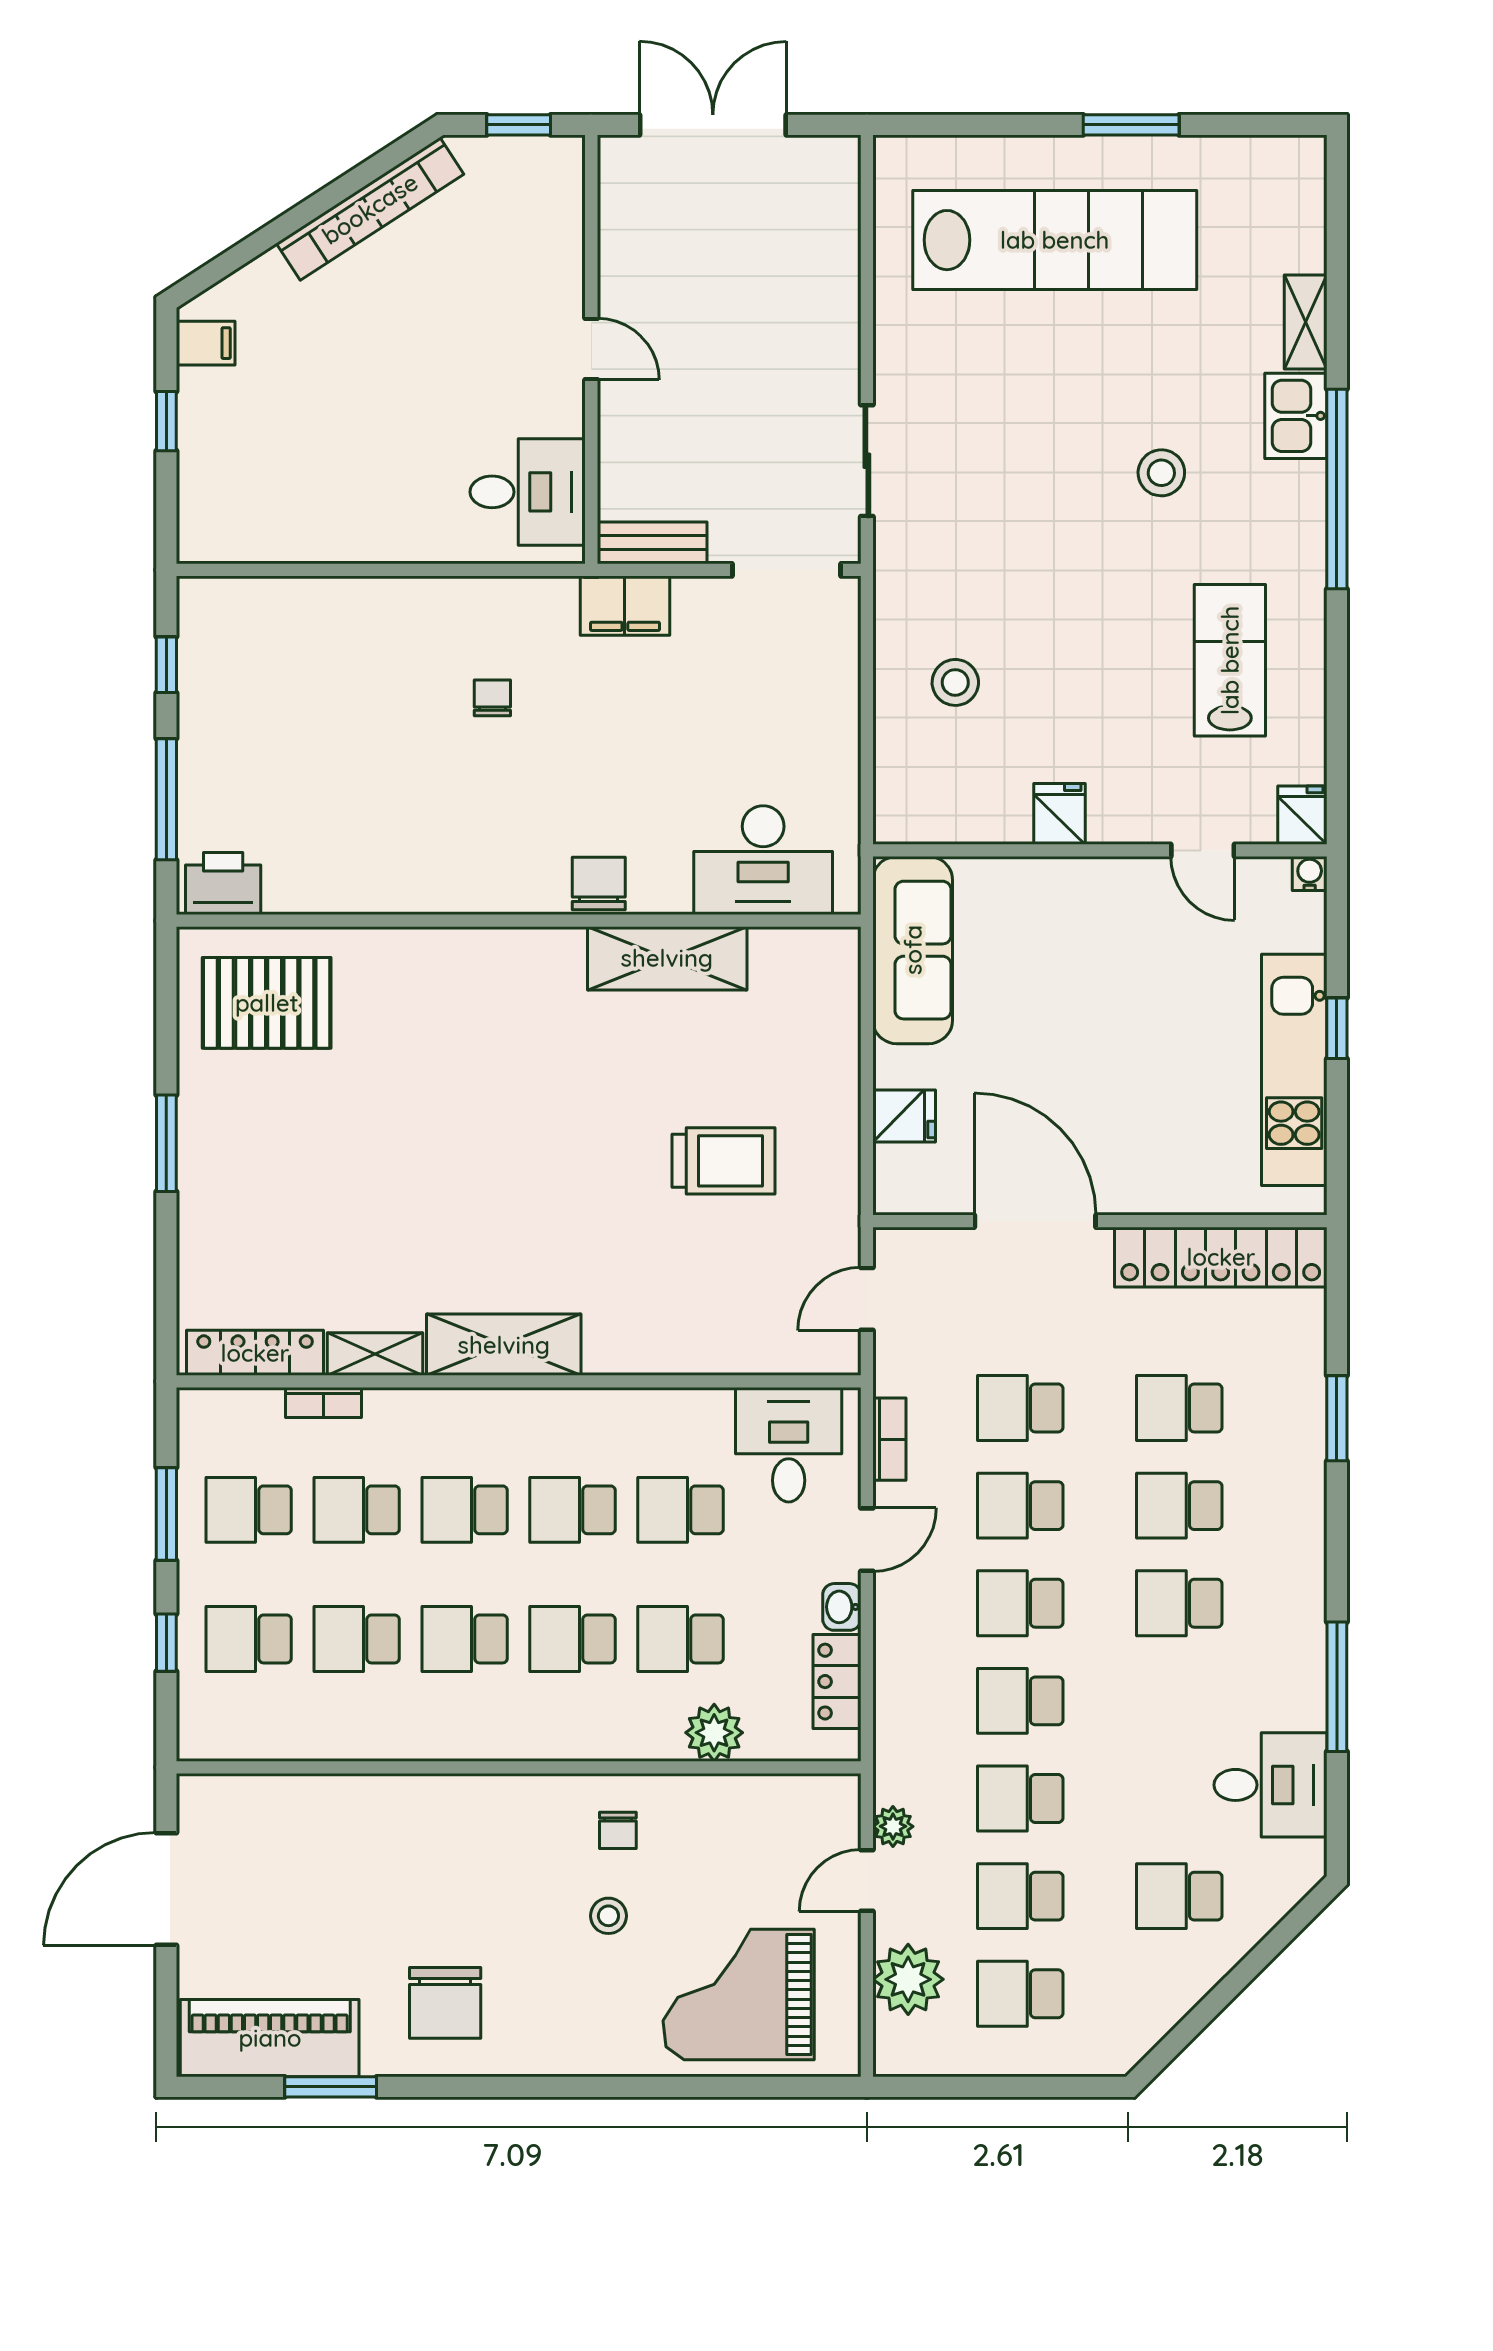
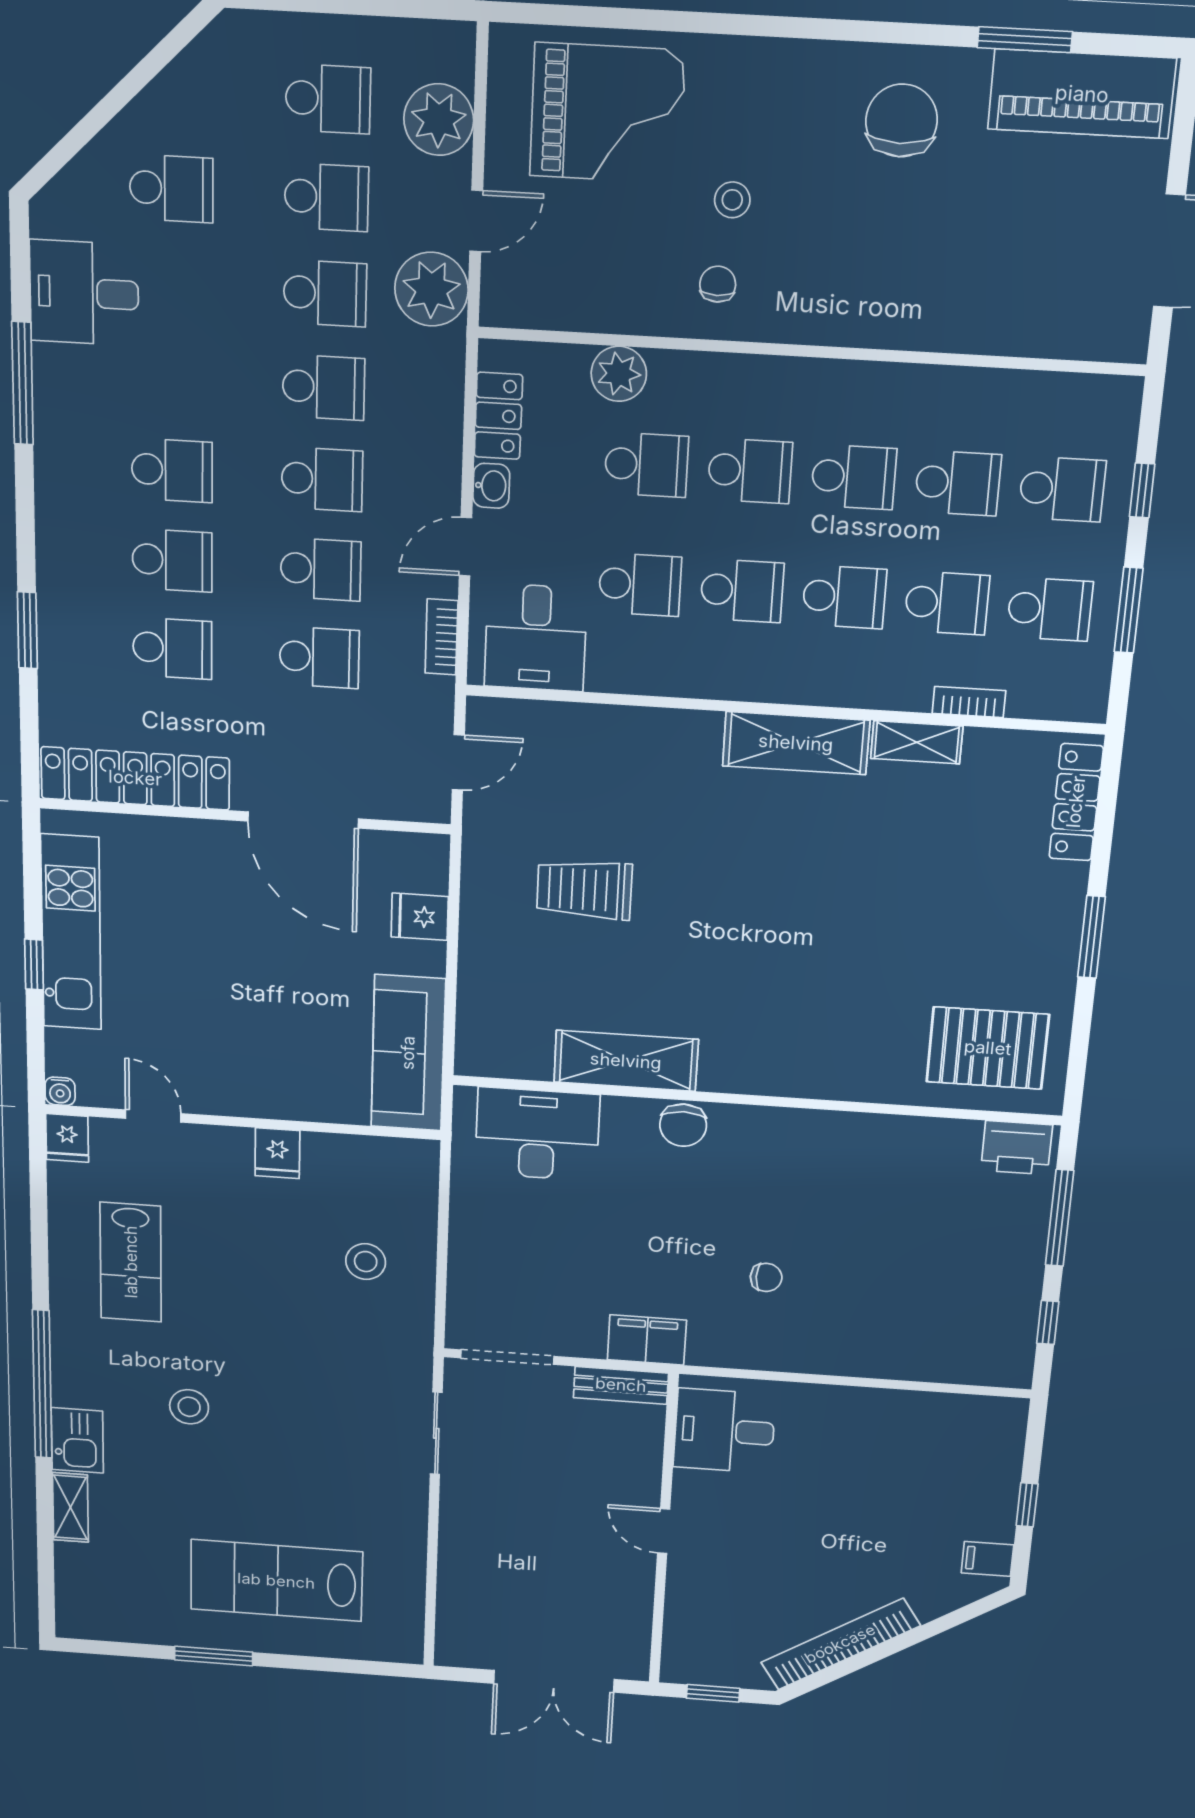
lab bench: (1055, 240) -> (276, 1581), width x0.73
chair: (492, 698) -> (766, 1277), turned -90
locker: (255, 1353) -> (1076, 802), moved, turned 90
plant: (893, 1826) -> (431, 289), width x1.87, depth x1.87

